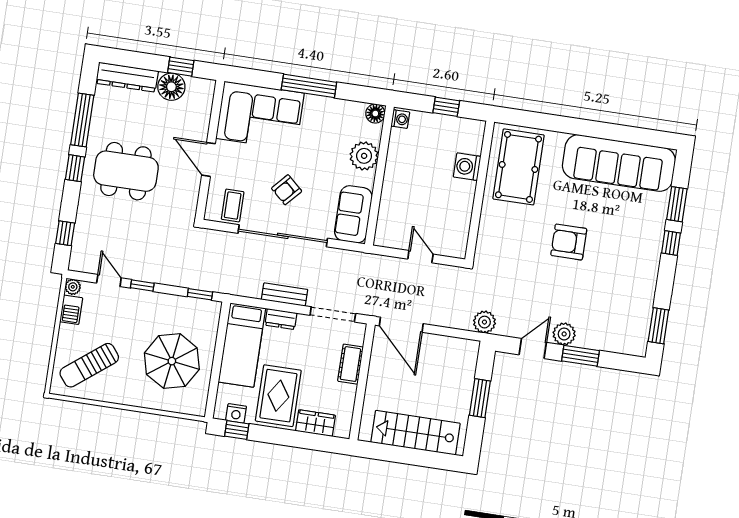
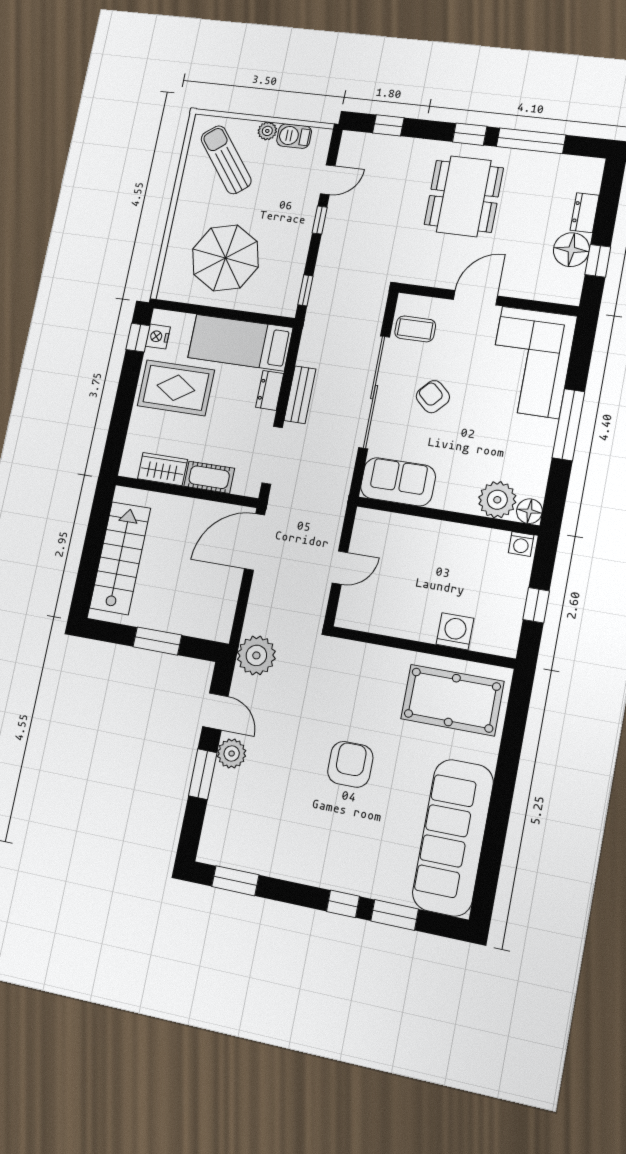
dresser: (127, 77) -> (585, 213), width x0.51, depth x0.80
plant: (364, 156) -> (497, 500), moved
plant: (73, 287) -> (267, 131), moved
plant: (484, 322) -> (256, 655), width x1.36, depth x1.36
wardrobe: (315, 423) -> (163, 469), moved, turned -90

